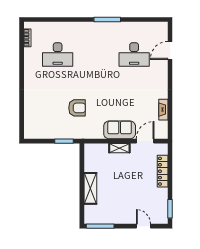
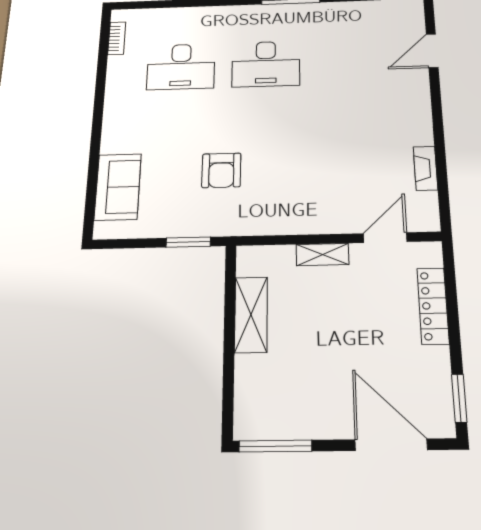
desk: (134, 55) -> (266, 64), moved
armchair: (77, 108) -> (221, 170), turned 90
sofa: (120, 130) -> (118, 187), moved, turned 90
shelving: (90, 188) -> (251, 315), moved
door: (143, 226) -> (391, 445), width x1.87

